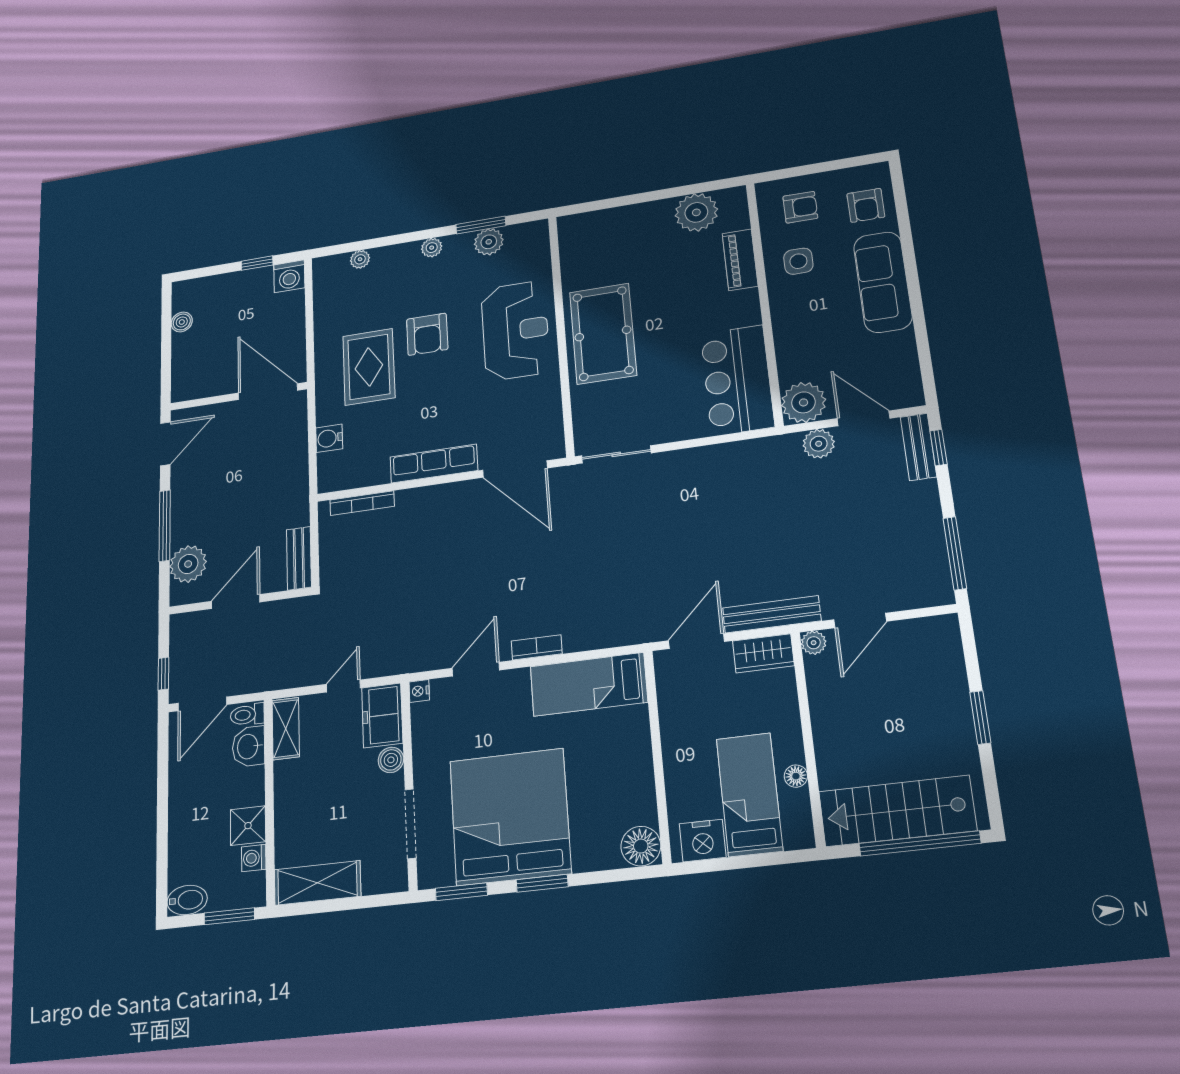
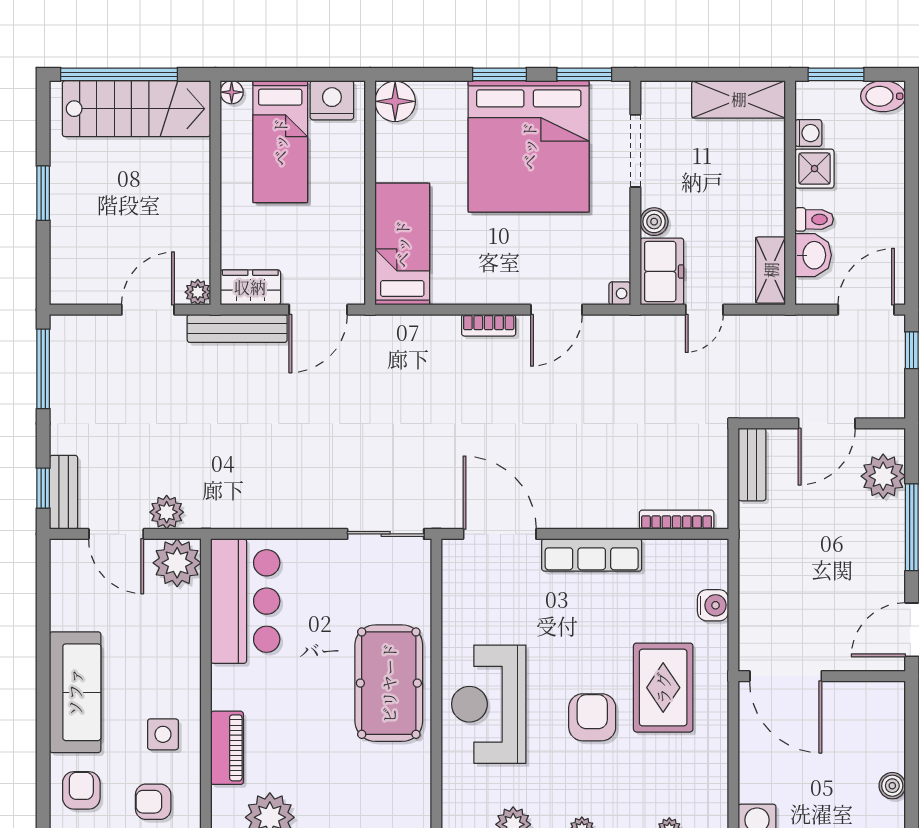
bed: (589, 684) -> (402, 244), moved, turned -90
toilet: (247, 715) -> (814, 219), moved
floor lamp: (796, 776) -> (232, 92), moved

